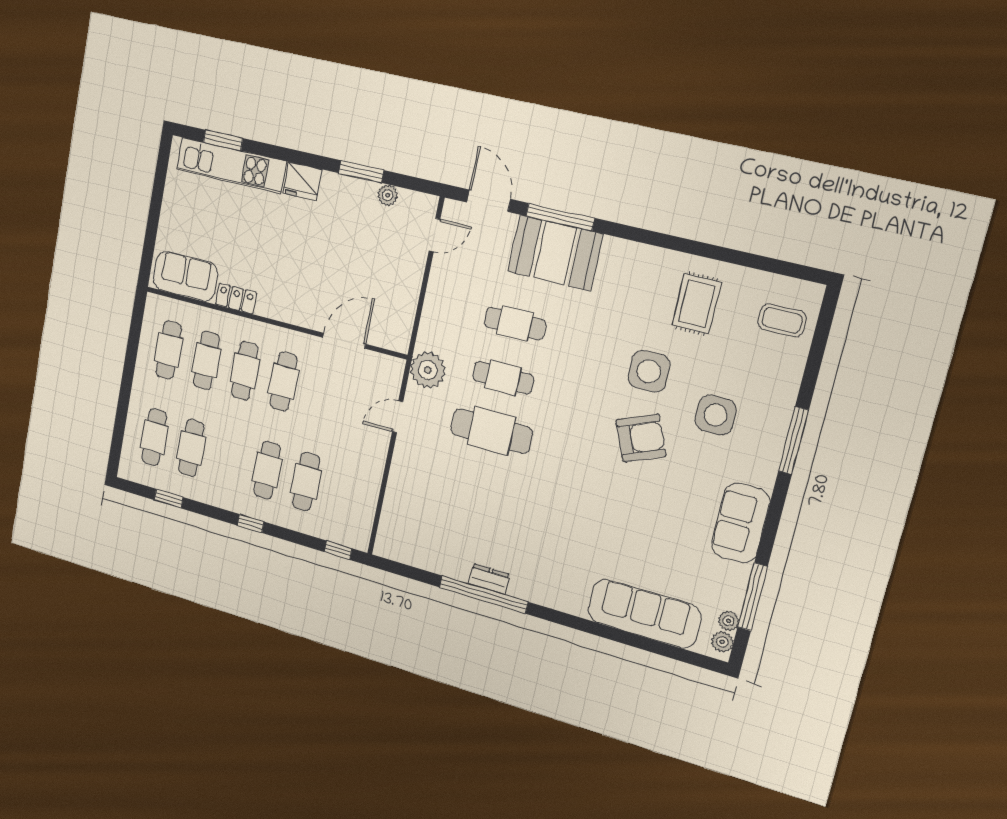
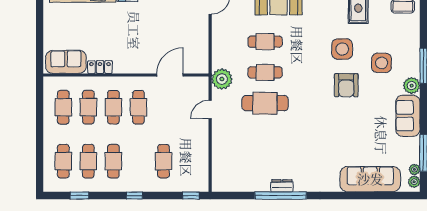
armchair: (641, 438) -> (346, 85), turned 113
cafe table: (267, 470) -> (113, 161), moved
plant: (762, 471) -> (412, 86), added

